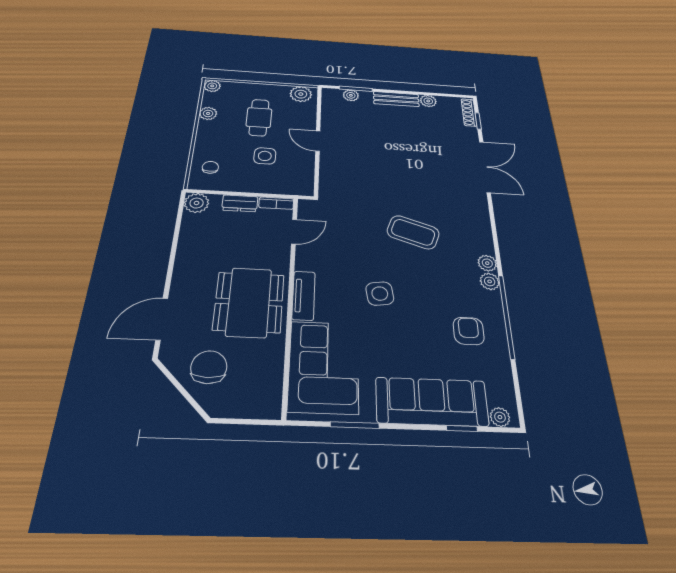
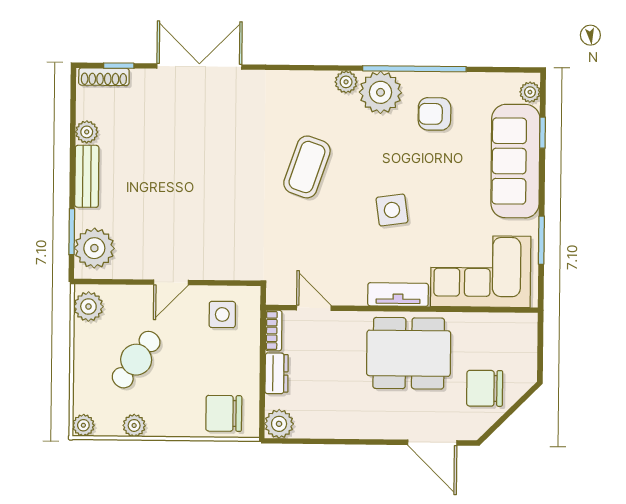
plant: (351, 95) -> (94, 248), width x1.88, depth x1.88
cafe table: (259, 118) -> (136, 360), turned -54
side table: (265, 156) -> (222, 314), moved
chair: (210, 167) -> (224, 413), width x1.87, depth x1.87
plant: (490, 281) -> (380, 92), width x1.87, depth x1.87

